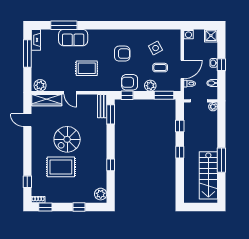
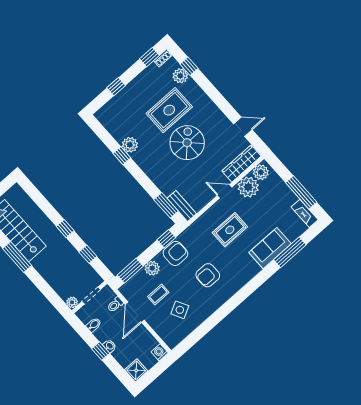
plant: (55, 83) -> (248, 187), added
plant: (37, 181) -> (180, 76), added
plant: (101, 194) -> (130, 145), moved

